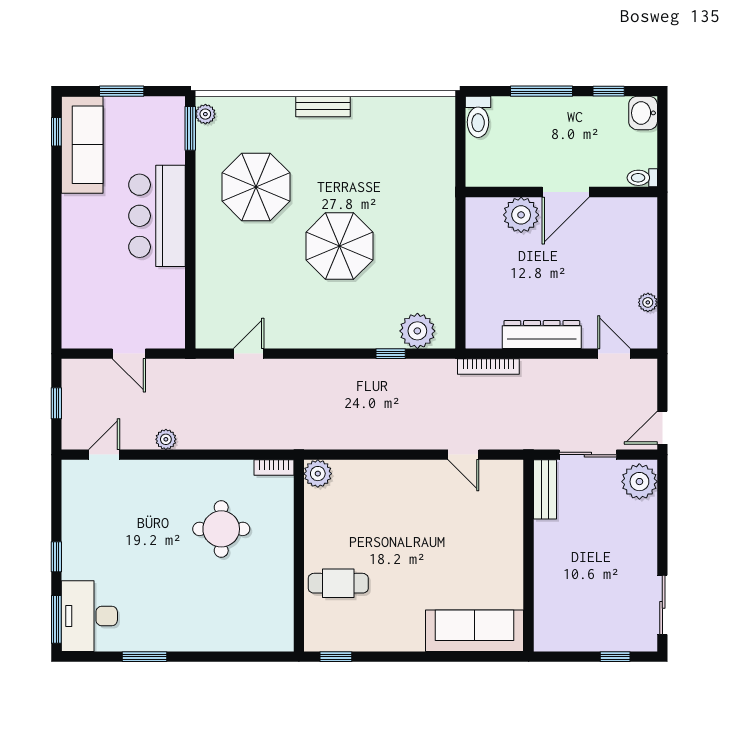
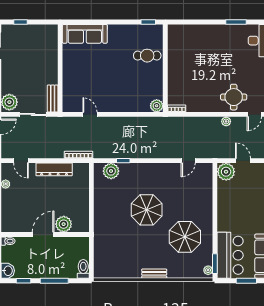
bar counter: (157, 216) -> (230, 255), moved
plant: (166, 329) -> (226, 172), added
round table: (221, 529) -> (234, 97), moved

